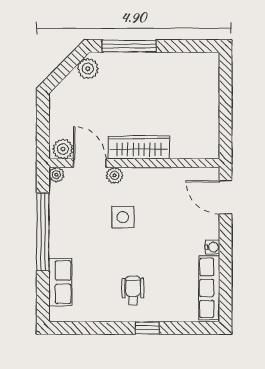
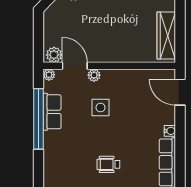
wardrobe: (139, 147) -> (166, 35), moved, turned -90
row of seats: (60, 282) -> (52, 112), moved
wheelchair: (133, 290) -> (108, 164), turned -90

